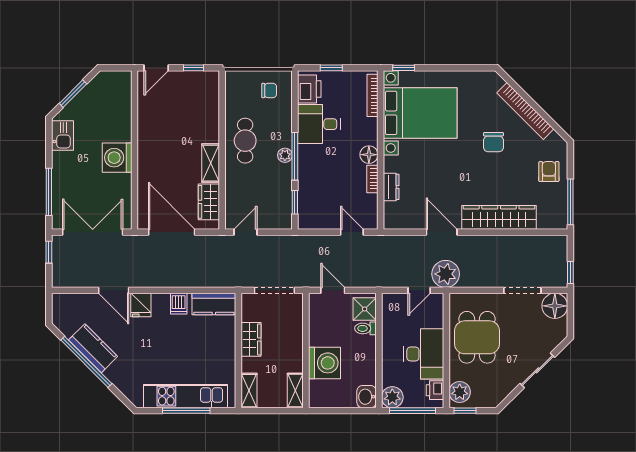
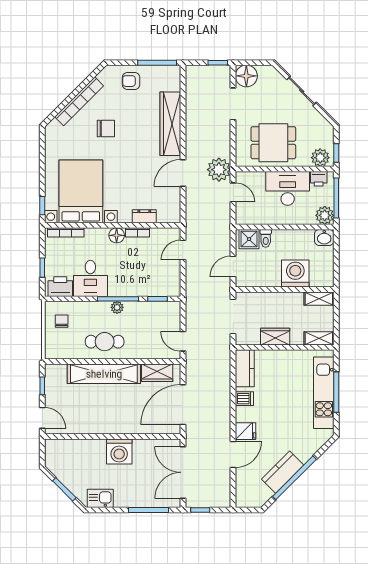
shelving: (211, 163) -> (104, 374), width x2.20, depth x1.33

